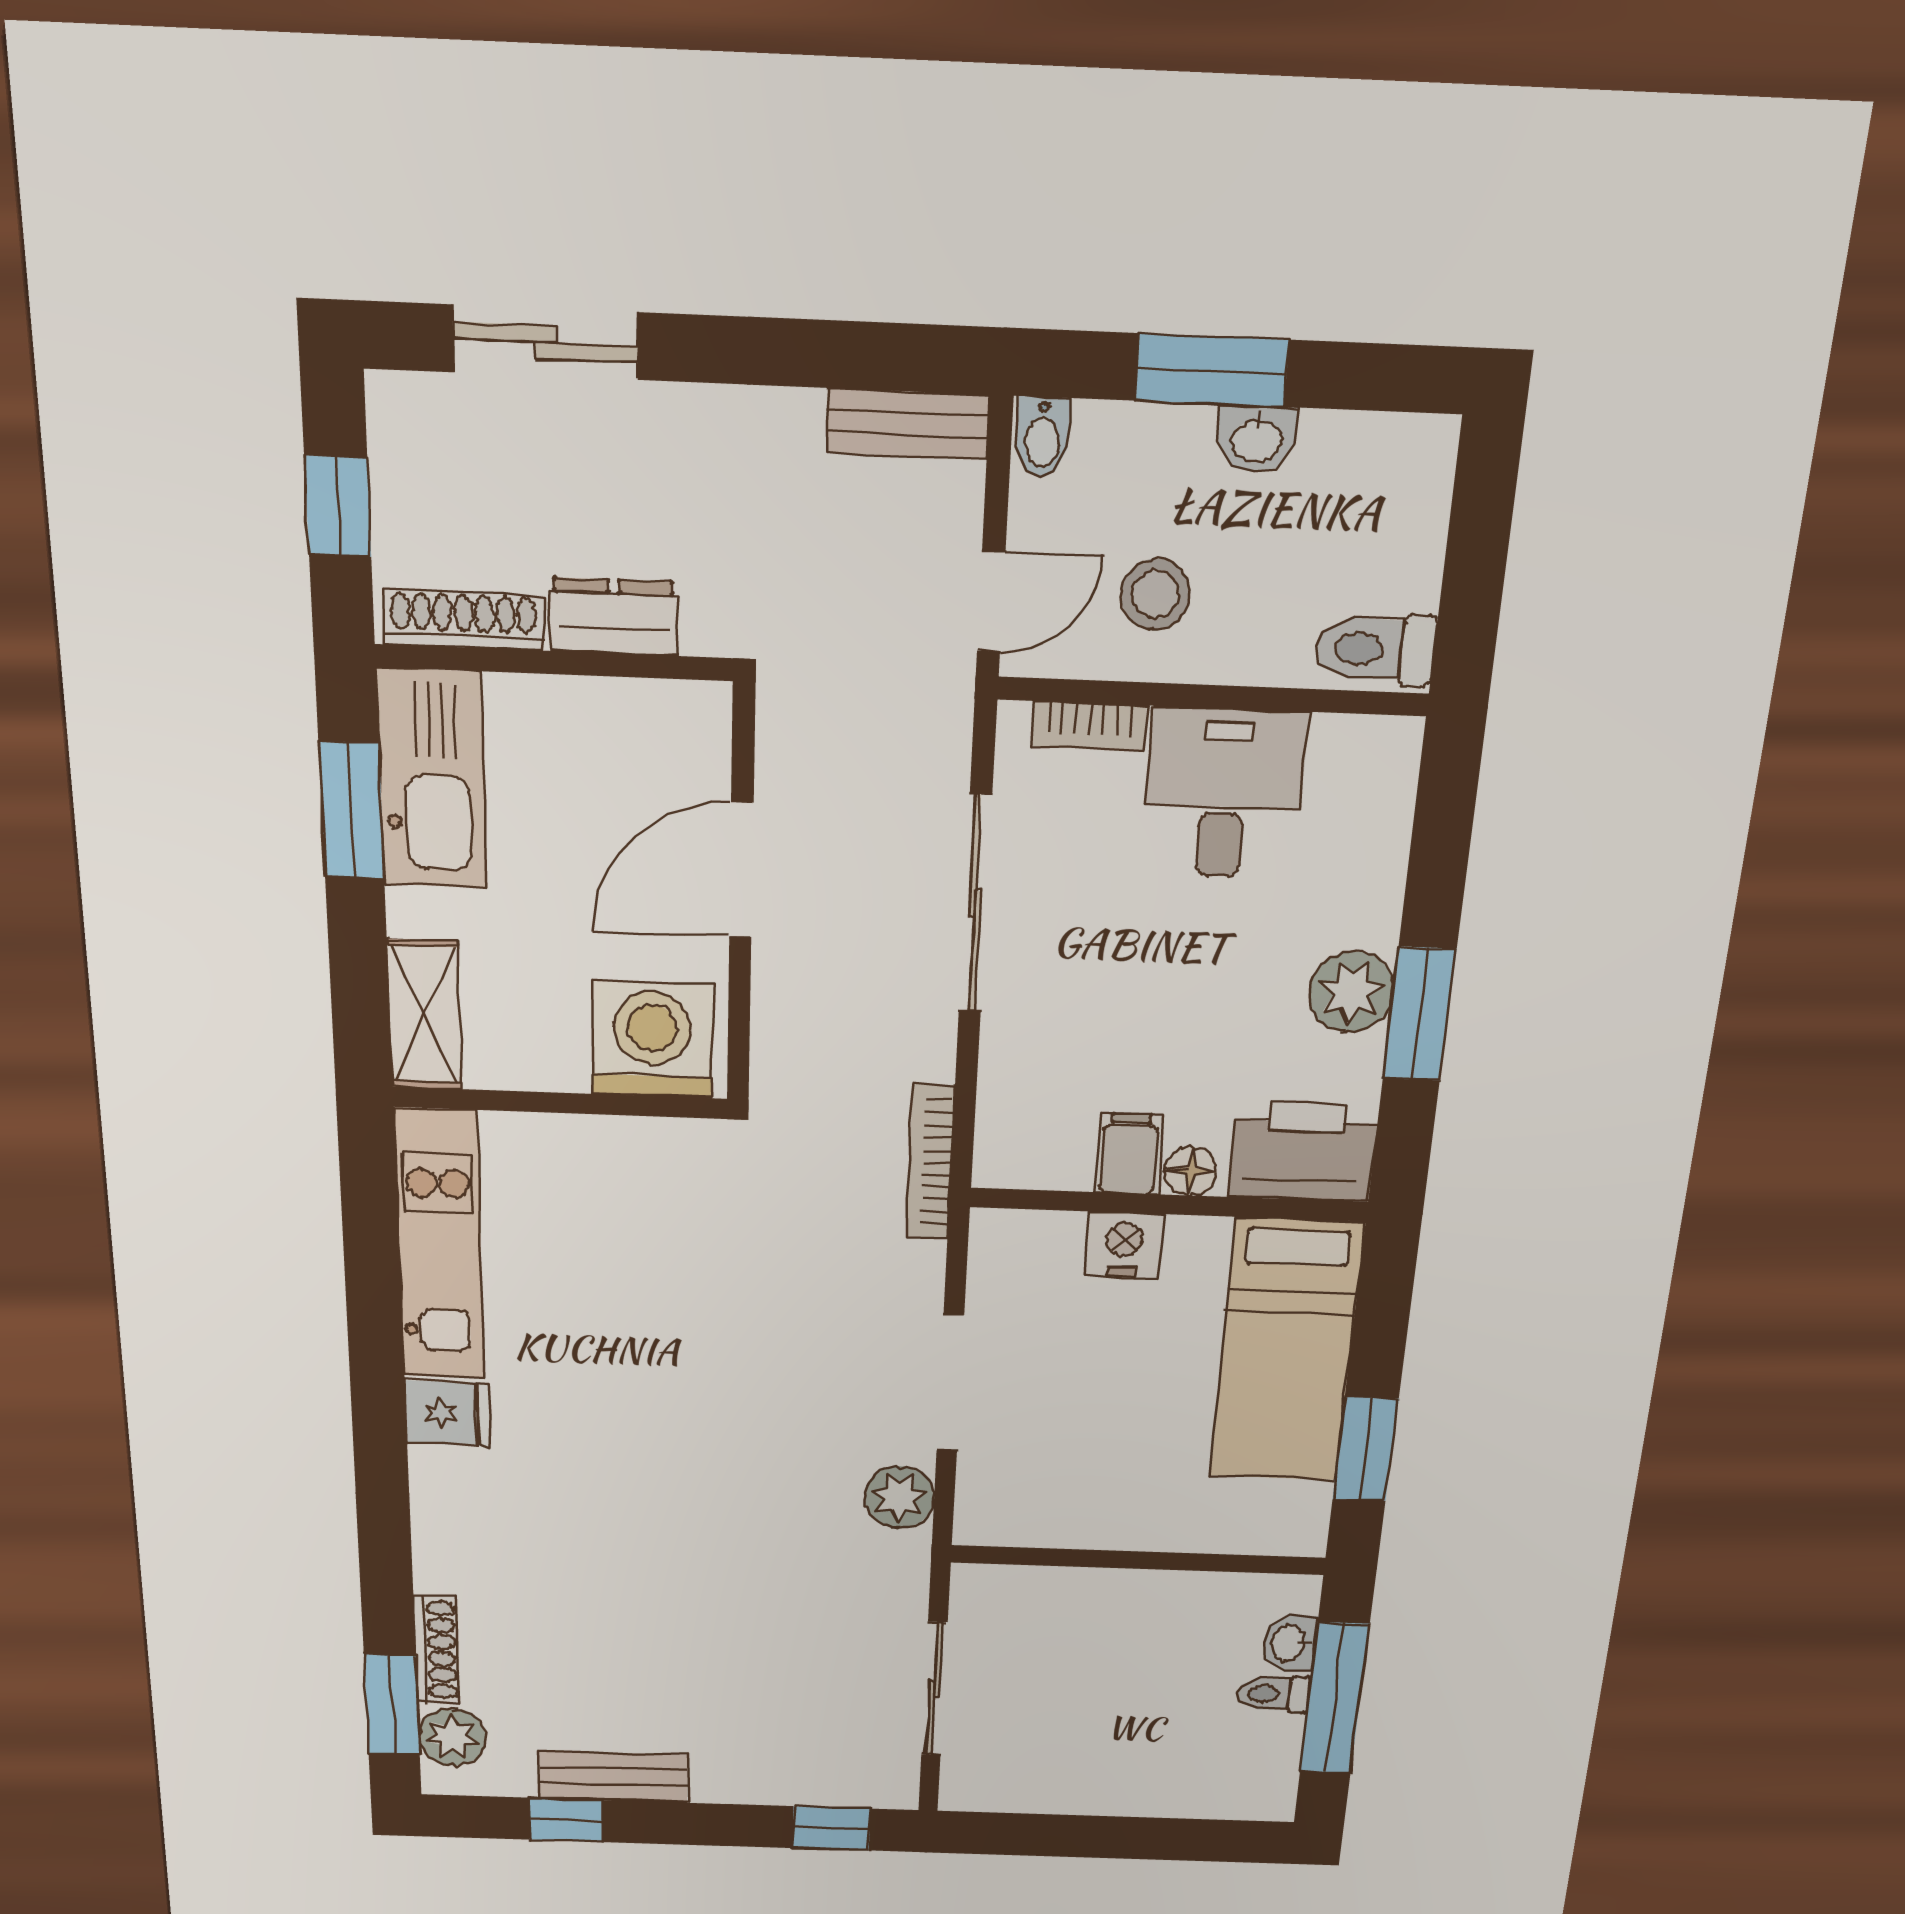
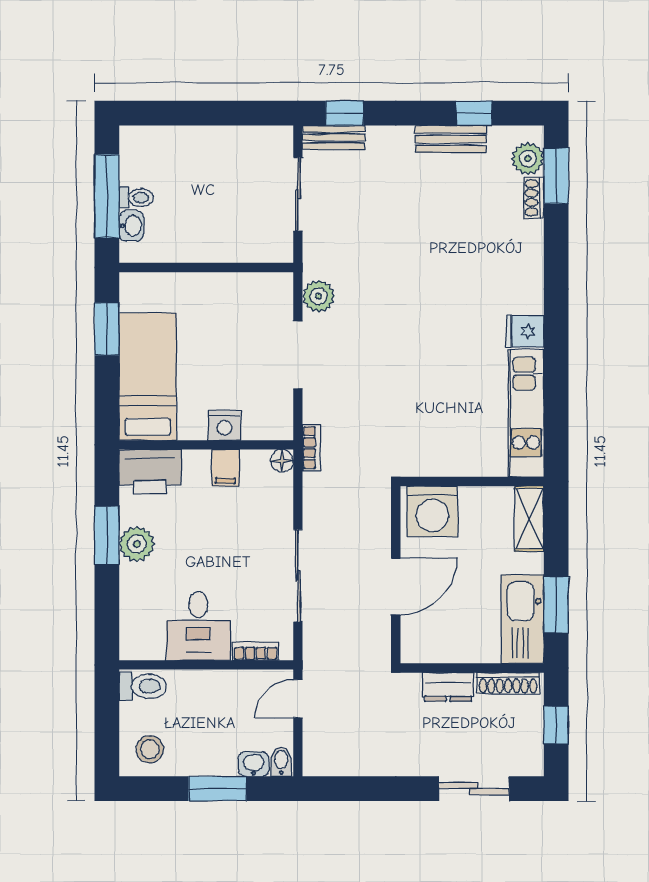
bench: (908, 424) -> (334, 137), moved
washbasin: (1256, 439) -> (254, 764), moved
stool: (1155, 594) -> (150, 749), moved
bookcase: (930, 1162) -> (312, 448), width x0.64
floor lamp: (1191, 1171) -> (282, 461), moved
shoe rack: (437, 1650) -> (534, 198), width x0.70

